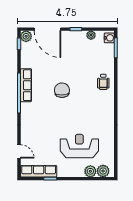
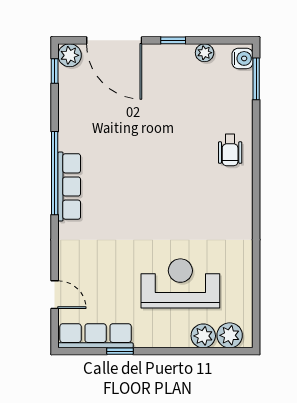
row of seats: (26, 85) -> (69, 186), moved
chair: (62, 90) -> (144, 167), removed

